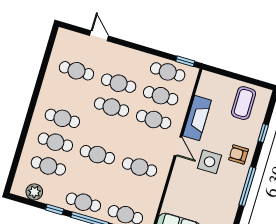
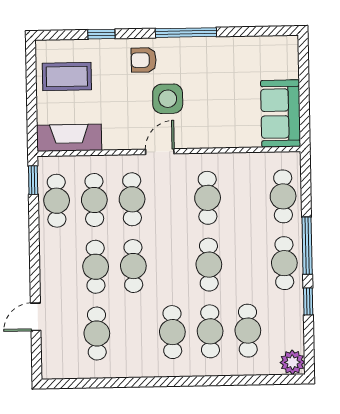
fireplace: (197, 118) -> (69, 138), moved
armchair: (239, 154) -> (144, 60), turned 90
plant: (34, 192) -> (292, 362), moved

